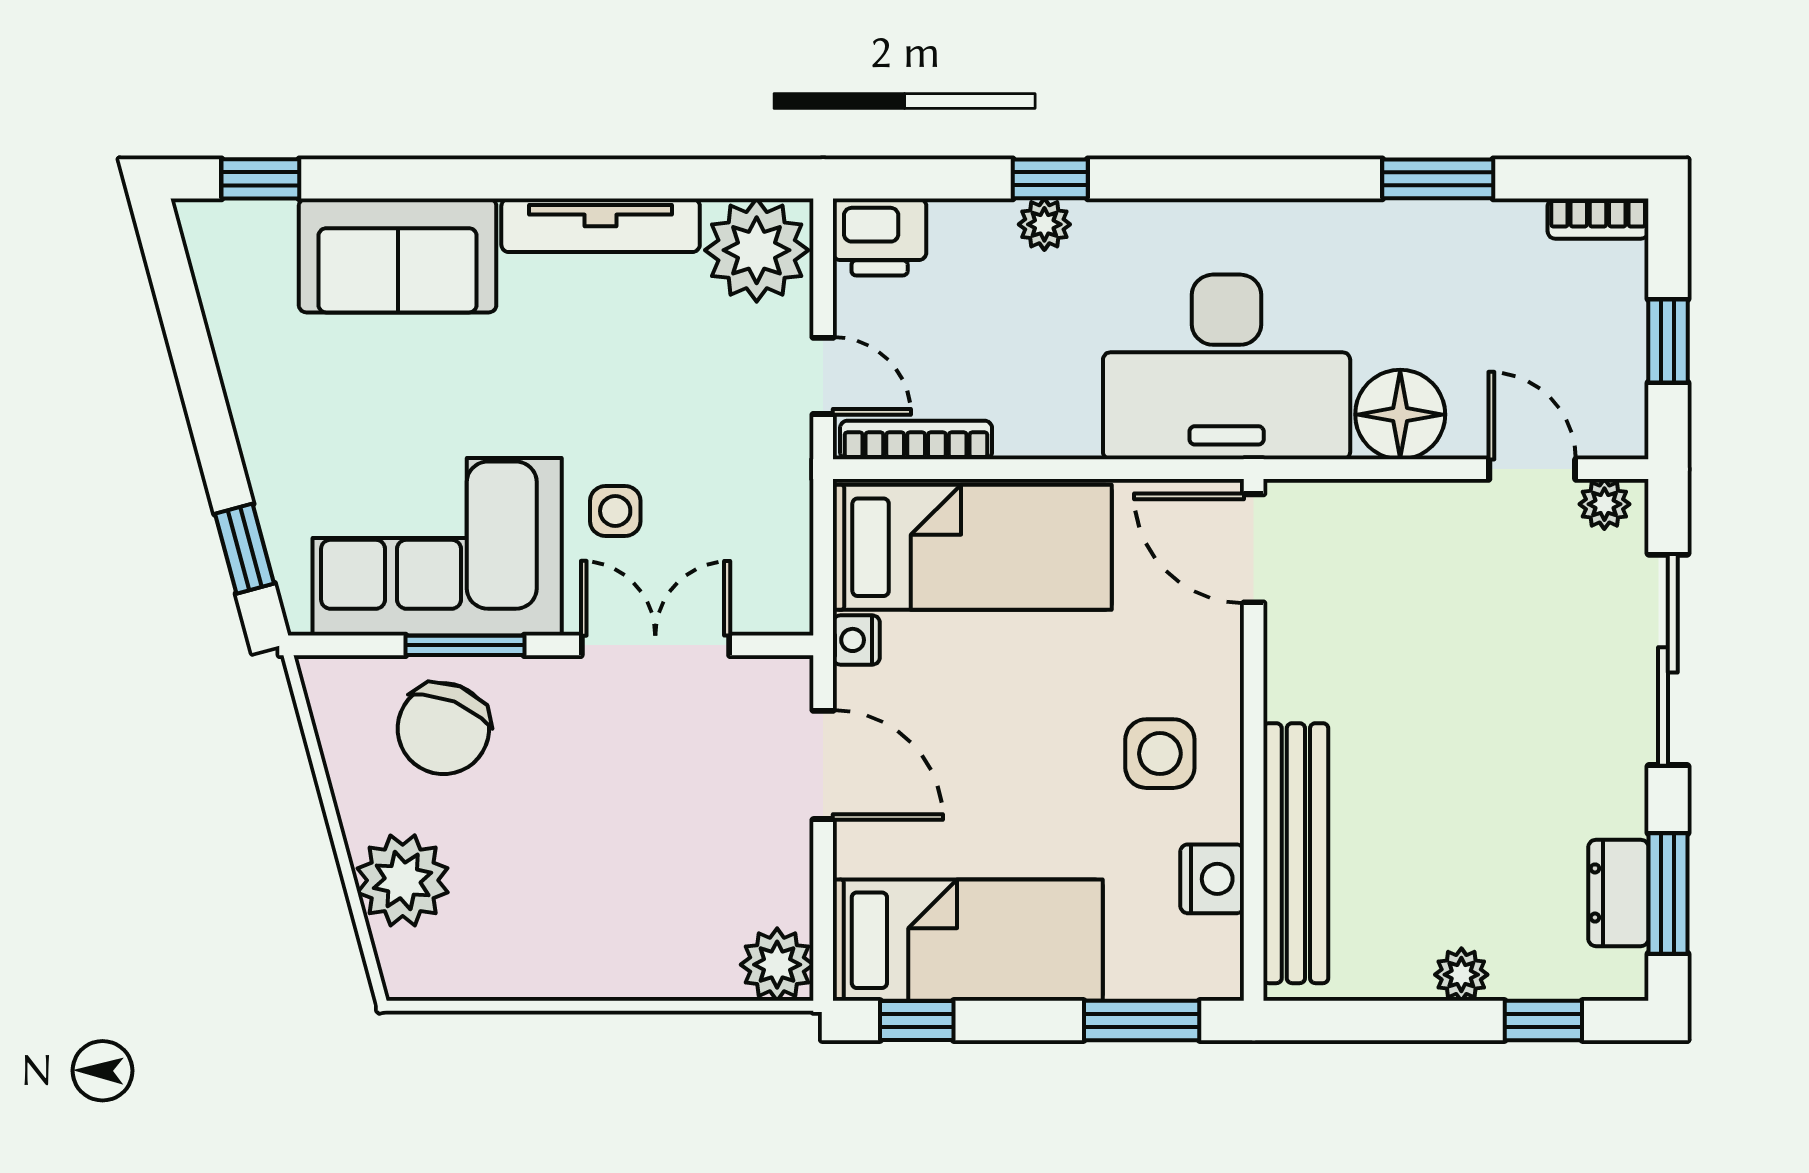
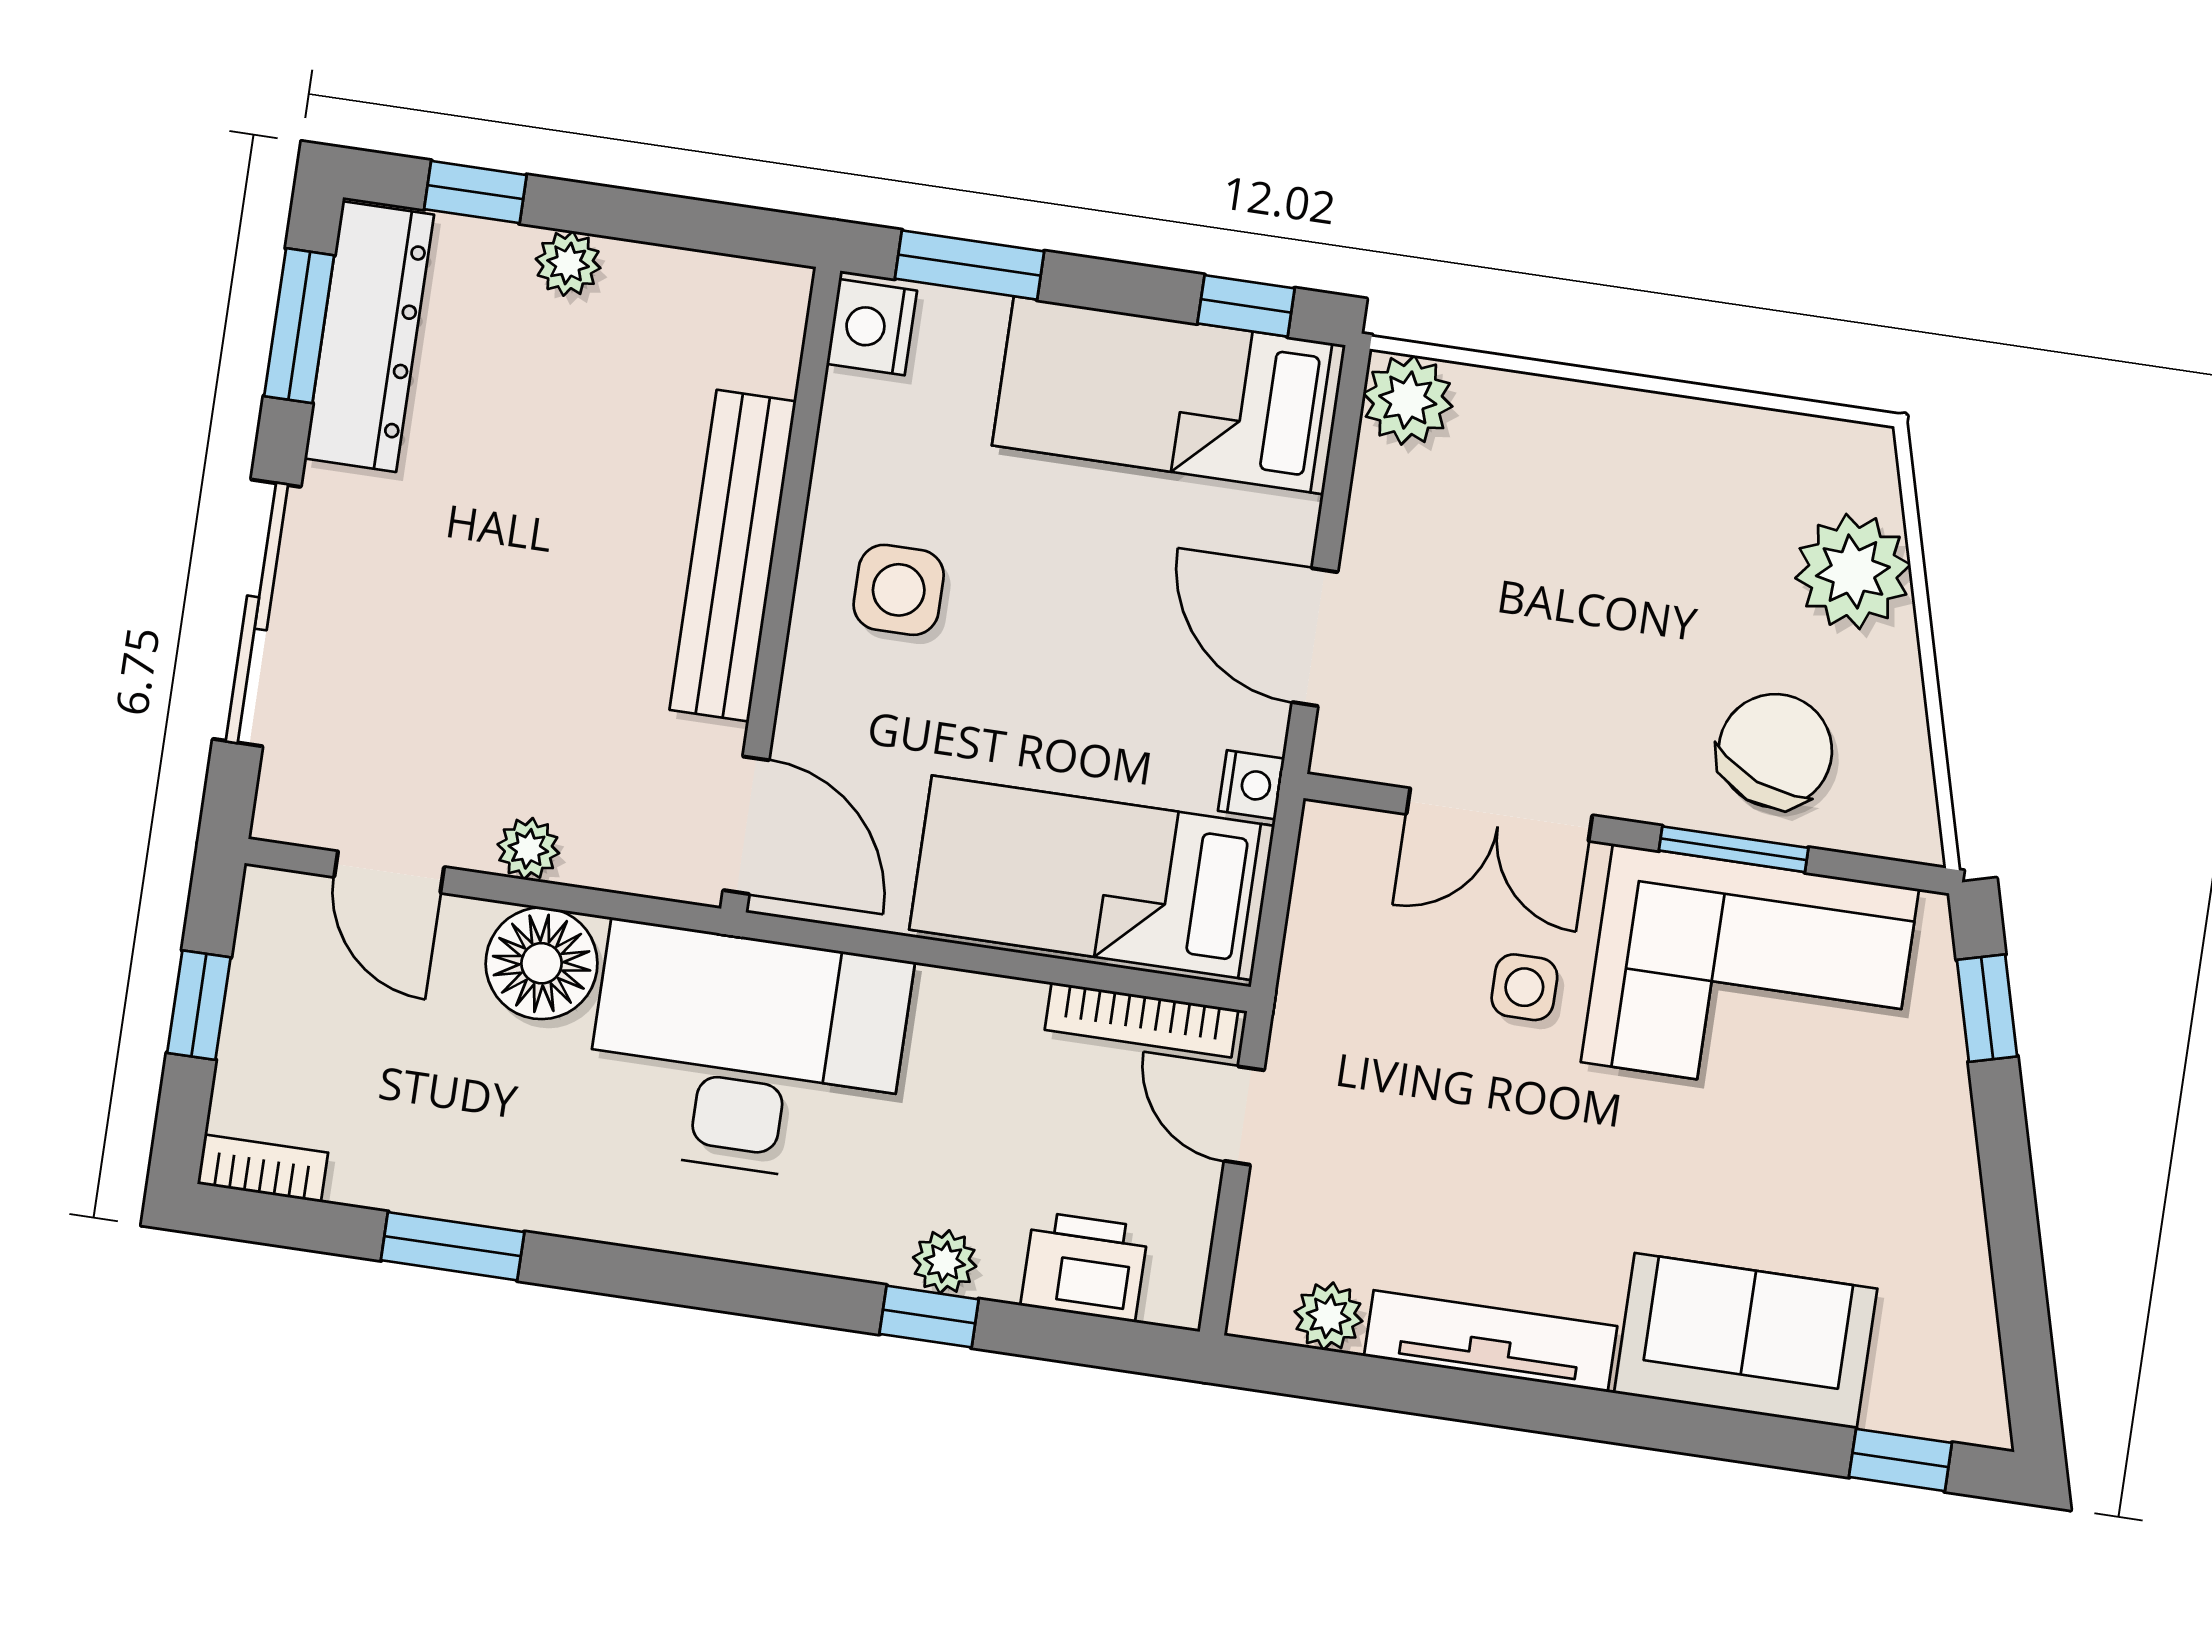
printer: (880, 237) -> (1085, 1266), moved
plant: (757, 250) -> (1328, 1316), width x0.53, depth x0.53
plant: (1604, 504) -> (528, 849), moved
bench: (1296, 853) -> (733, 556), moved
nightstand: (1212, 879) -> (872, 327), moved
dresser: (1618, 893) -> (369, 337), width x1.96, depth x1.24

